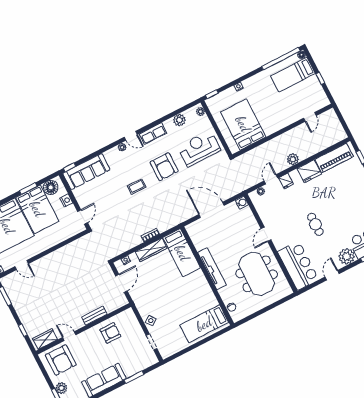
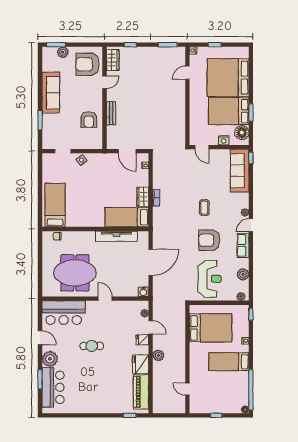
bed: (293, 75) -> (229, 362), moved, turned -90
wardrobe: (151, 250) -> (143, 197), width x0.67
tv unit: (212, 269) -> (116, 236), moved

